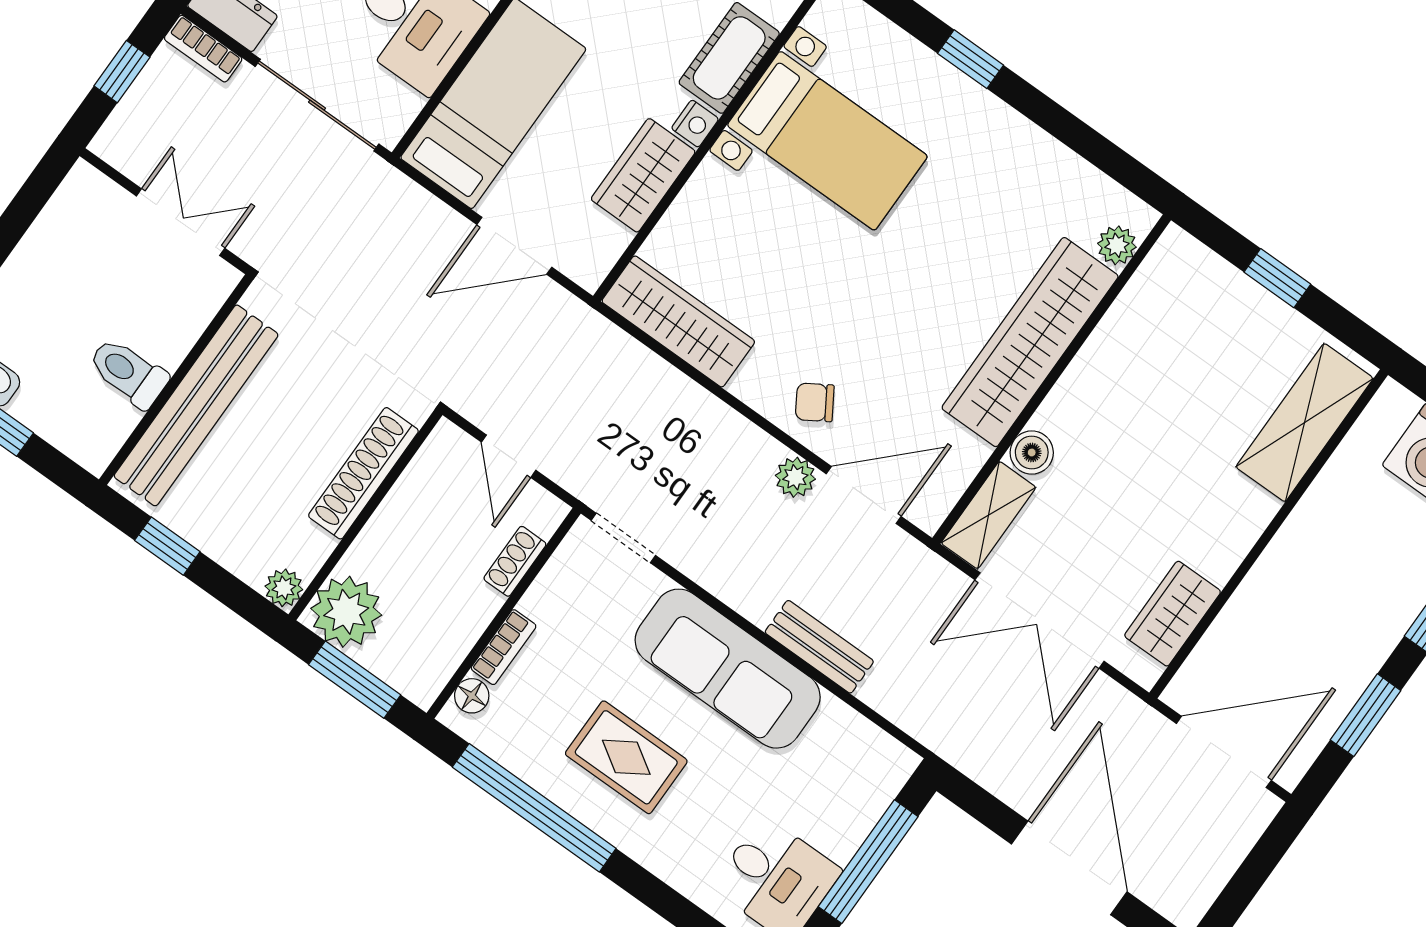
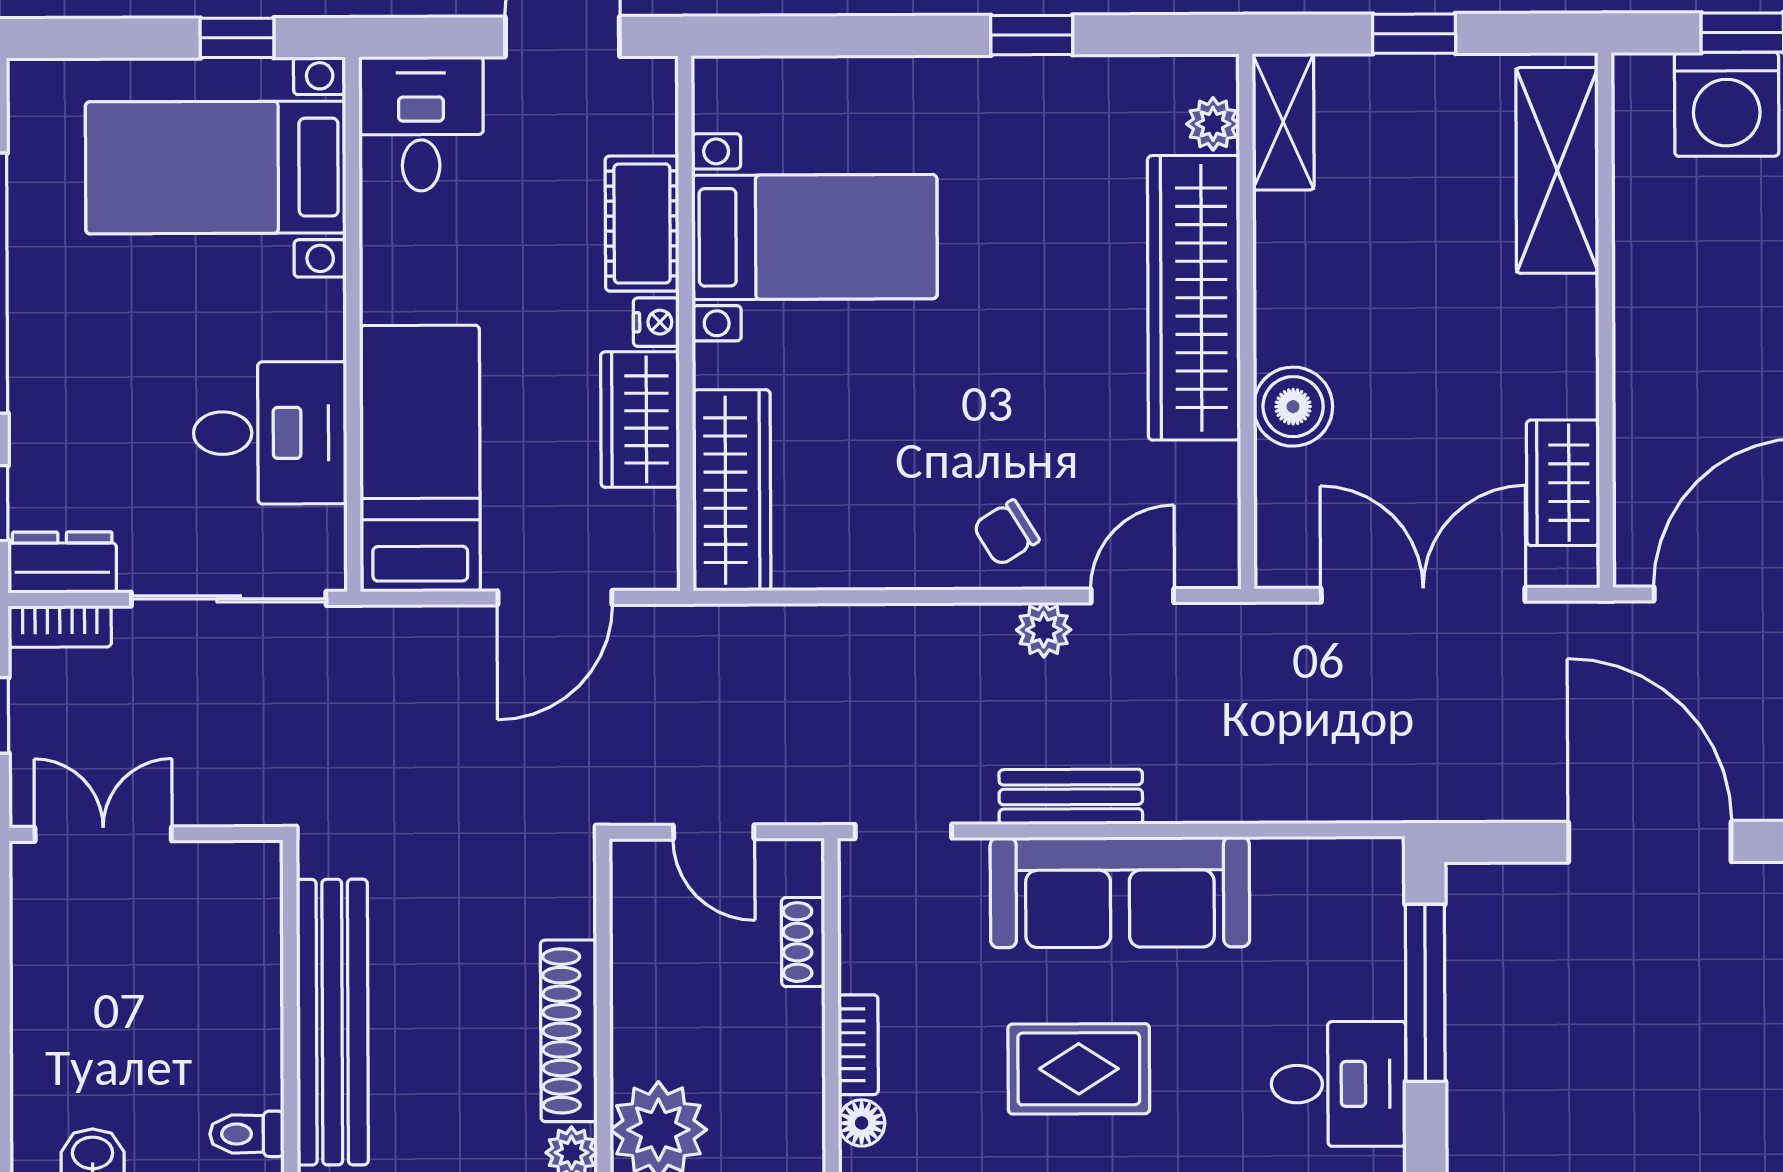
window: (970, 59) -> (1032, 35), moved
double door: (181, 222) -> (103, 834), moved
wardrobe: (678, 321) -> (732, 490), moved, turned 90
toilet: (128, 373) -> (247, 1134), moved, width x0.73, depth x0.72
boiler: (1032, 452) -> (1293, 407), width x1.36, depth x1.36
shoe rack: (363, 473) -> (569, 1031), moved
door: (864, 495) -> (1132, 596), width x0.73
shelving: (989, 515) -> (1283, 122), moved
double door: (1040, 621) -> (1423, 595), swing flipped
bench: (819, 647) -> (1071, 797), moved

